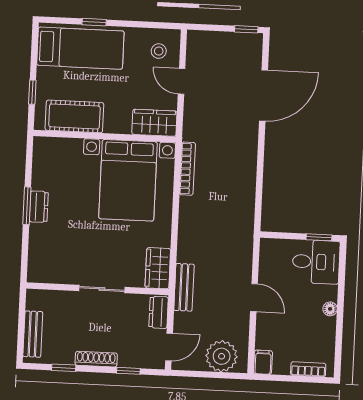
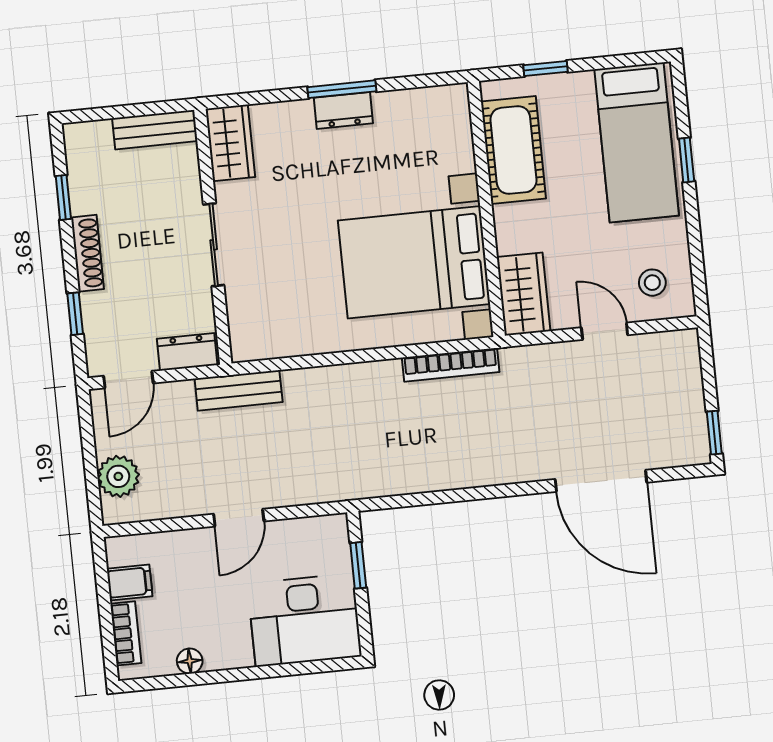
door: (182, 81) -> (605, 331), hinge flipped
window: (319, 237) -> (358, 565), moved
desk: (316, 262) -> (305, 620), width x1.37
wardrobe: (158, 268) -> (230, 143), moved, turned 90
floor lamp: (330, 309) -> (190, 661), moved
bench: (33, 334) -> (155, 130), moved
door: (169, 347) -> (128, 380), hinge flipped
plant: (222, 356) -> (118, 476), width x0.73, depth x0.73
filing cabinet: (263, 362) -> (130, 582), moved

